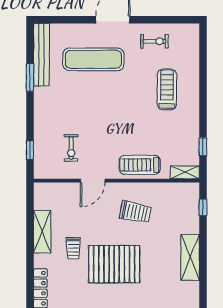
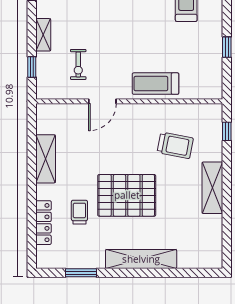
window: (203, 147) -> (227, 47), moved
shelving: (185, 172) -> (43, 35), moved, turned 90
trolley: (135, 212) -> (175, 145), moved
trolley: (73, 248) -> (79, 212), moved, turned 180

